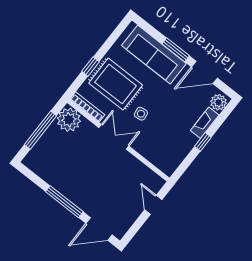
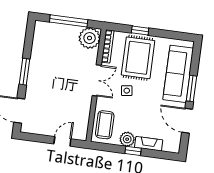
plant: (219, 102) -> (127, 139), moved
coffee table: (161, 154) -> (105, 125), added
window: (64, 202) -> (25, 72), width x0.69

